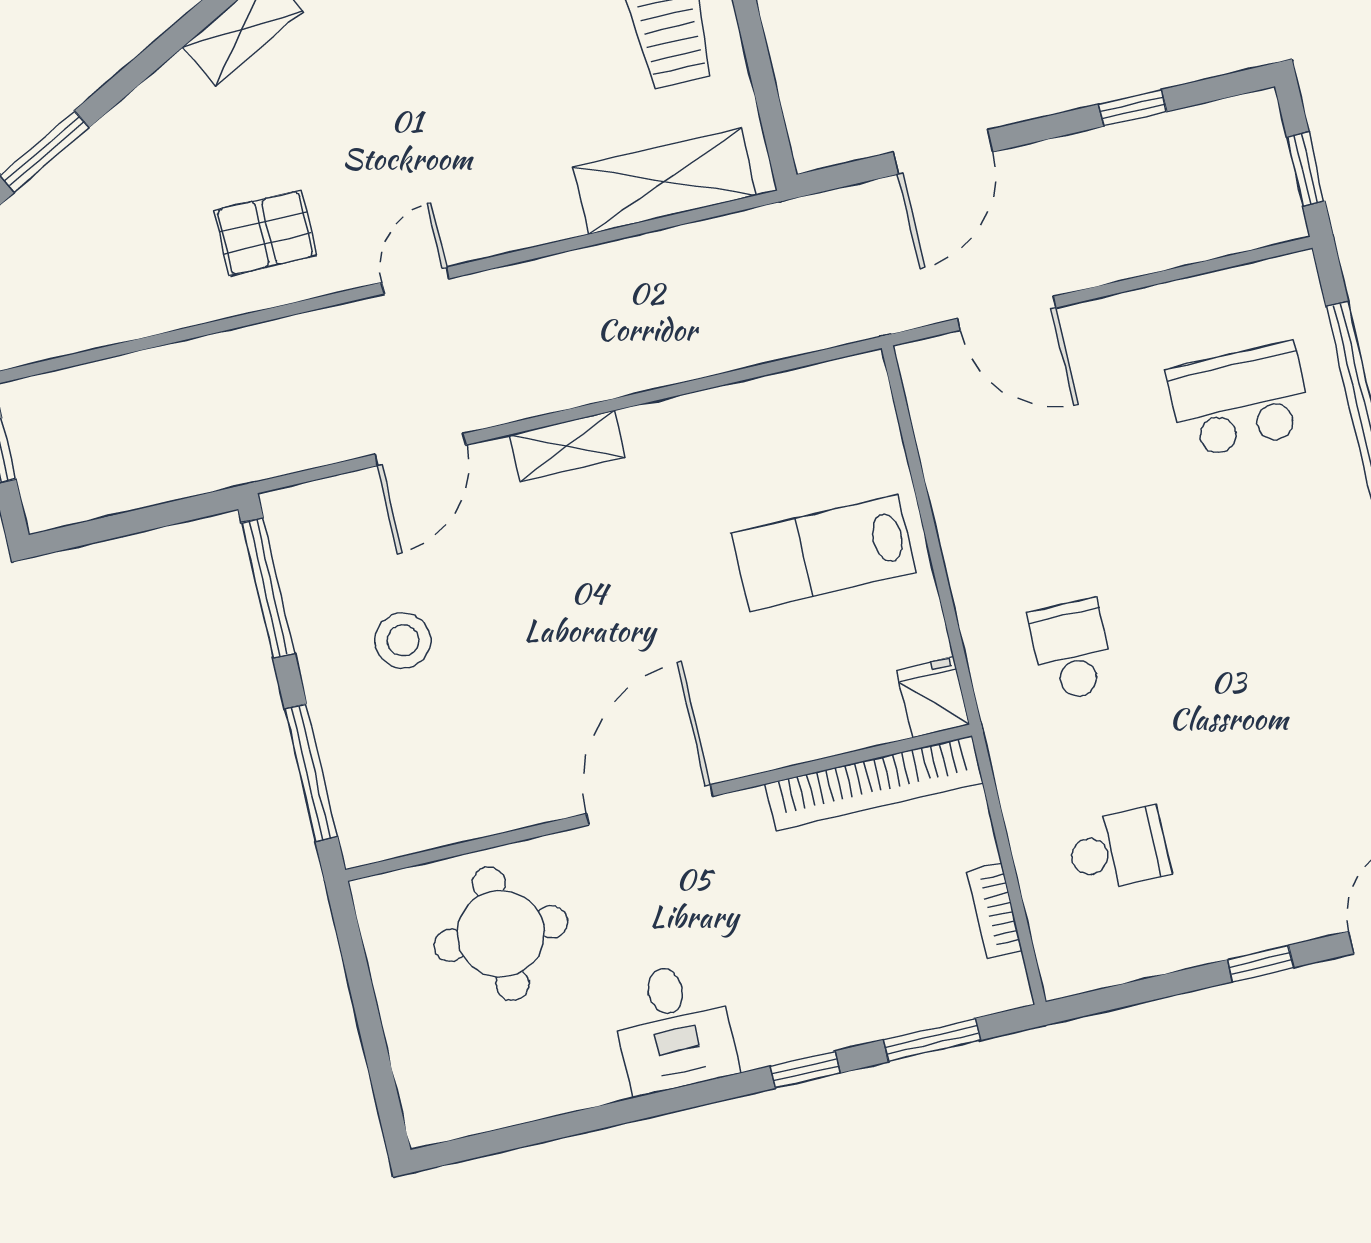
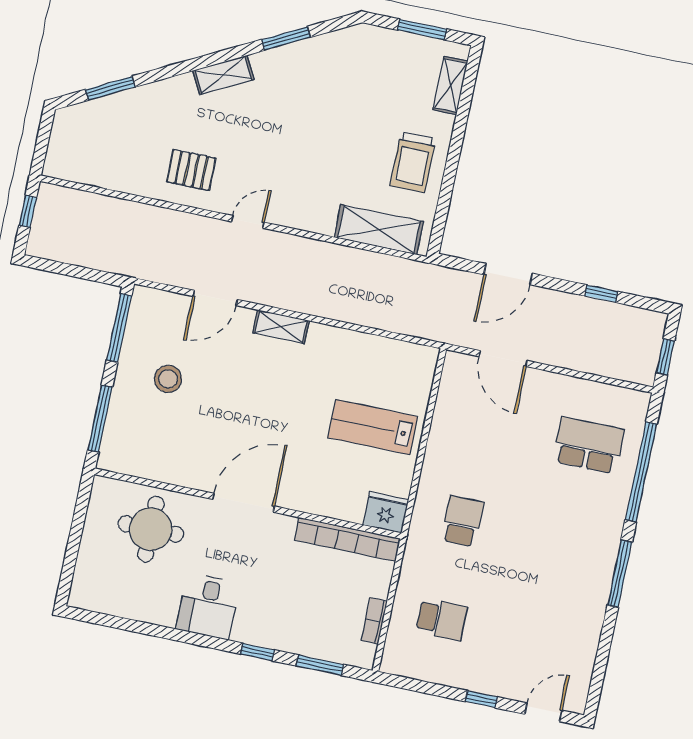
fridge: (933, 697) -> (386, 512), width x1.38

